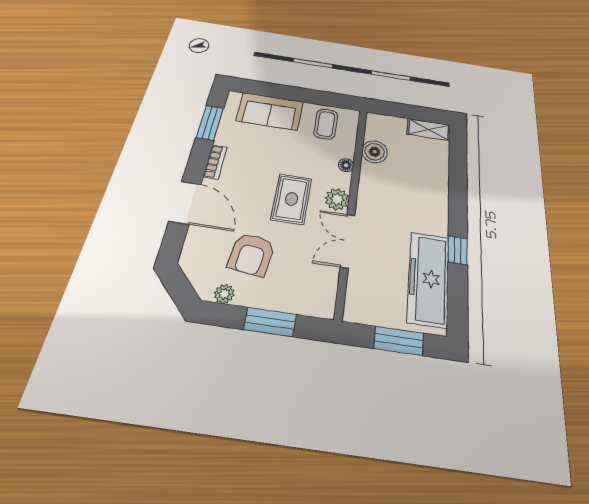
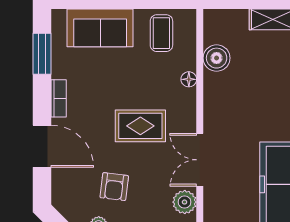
rug: (291, 199) -> (140, 126), turned 90
plant: (337, 199) -> (185, 202), moved
armchair: (251, 254) -> (114, 187), width x0.72, depth x0.72

